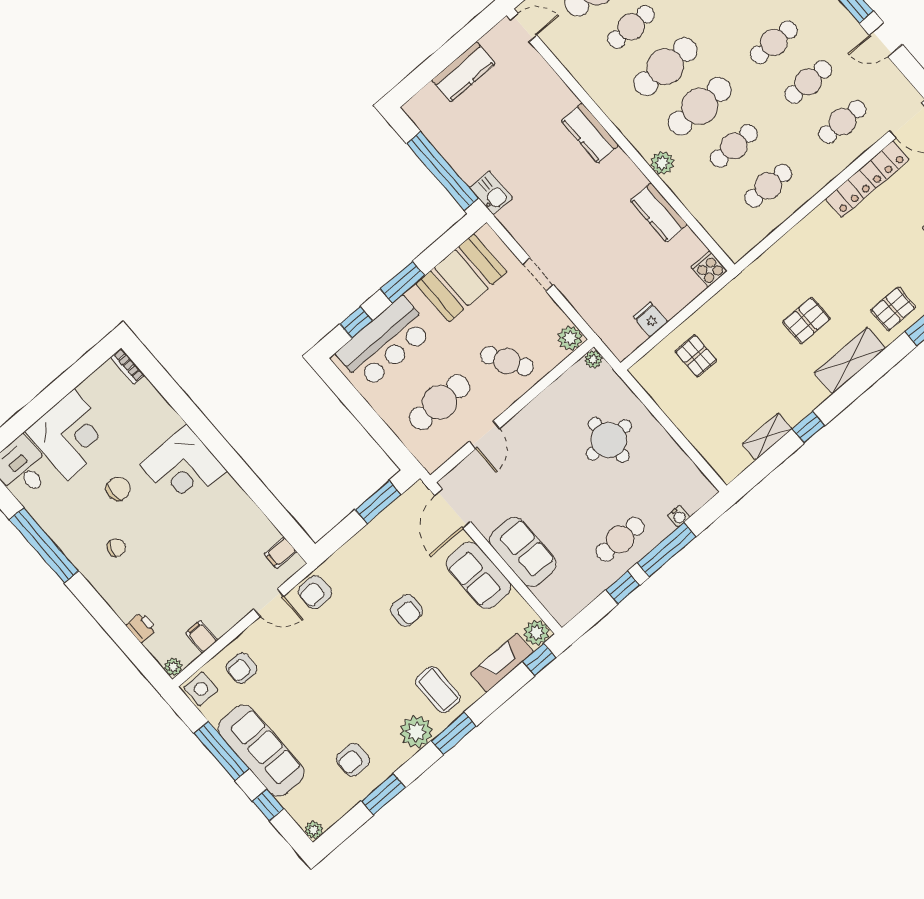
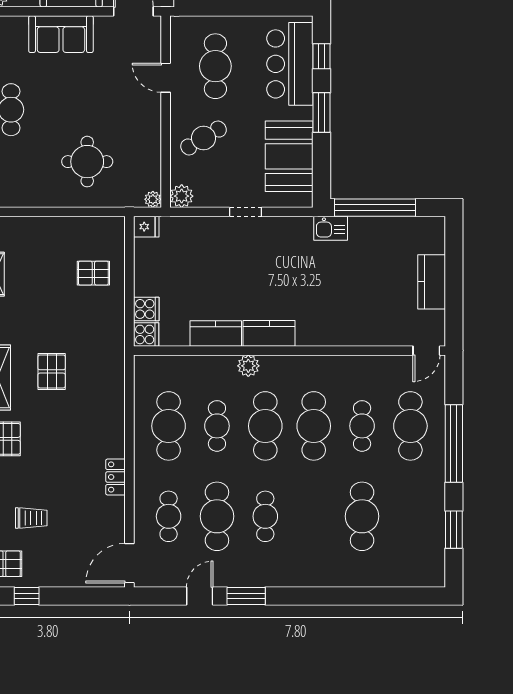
cafe table: (808, 82) -> (217, 516), width x1.37, depth x1.35
kitchen counter: (590, 133) -> (269, 333), moved
locker: (867, 179) -> (116, 477), width x0.46, depth x0.83
cafe table: (768, 186) -> (169, 426), width x1.37, depth x1.35
cooker: (688, 287) -> (146, 309), added
fridge: (650, 319) -> (146, 227), moved

